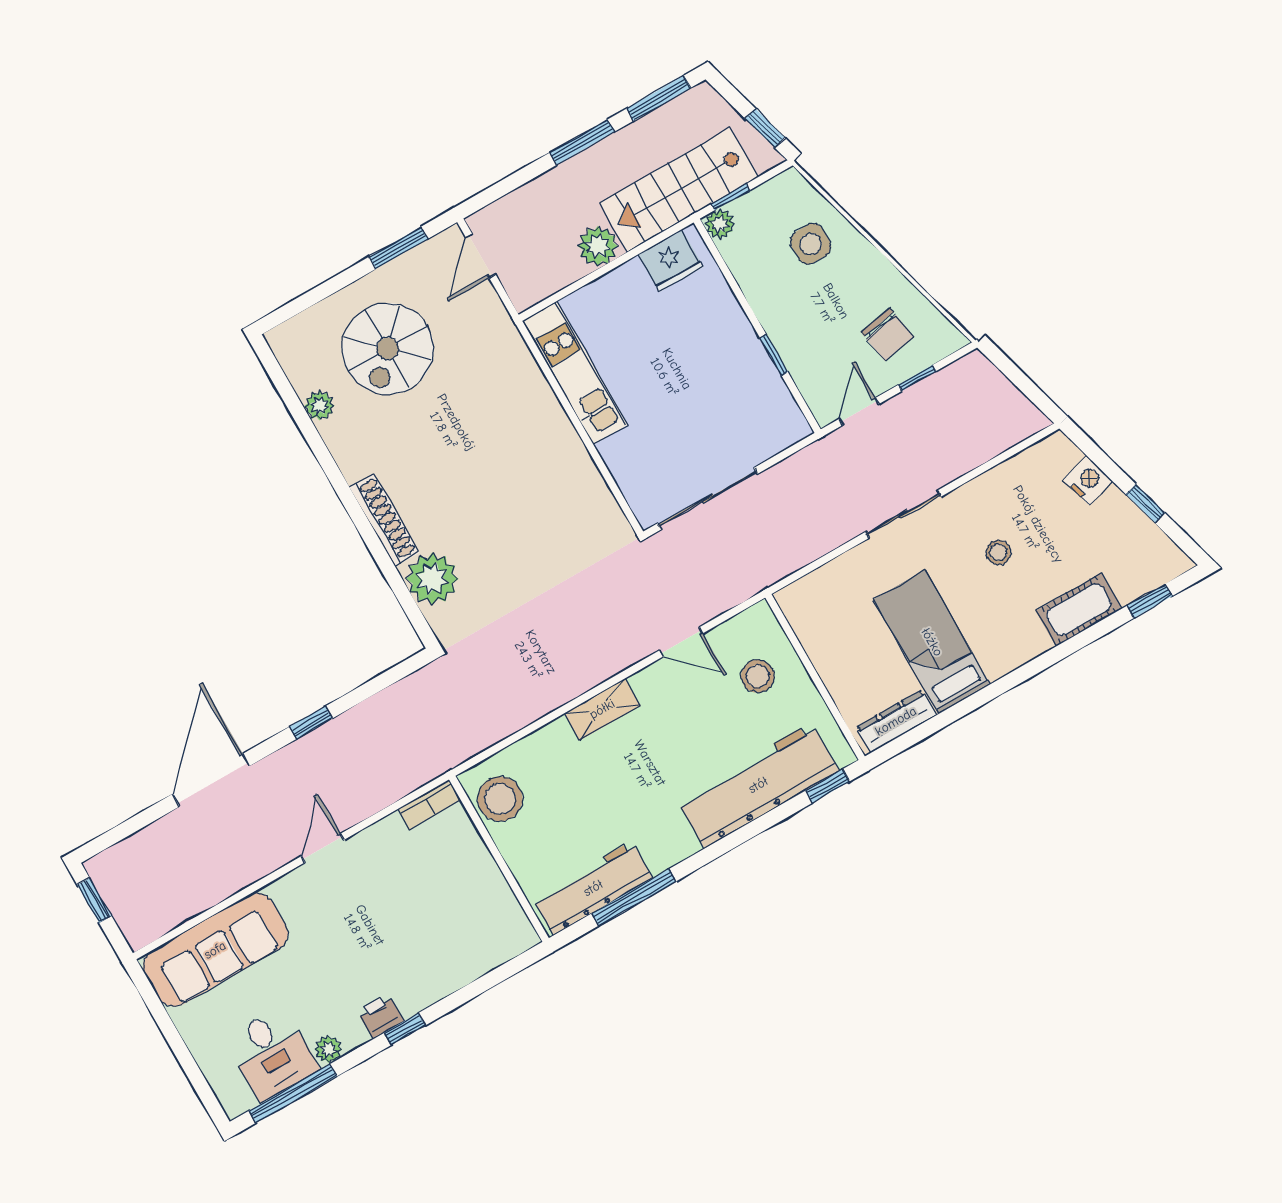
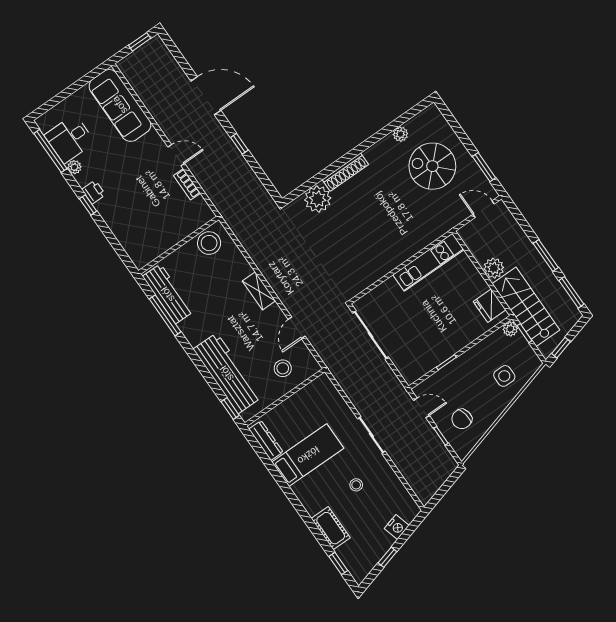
bookcase: (429, 804) -> (187, 184), moved

